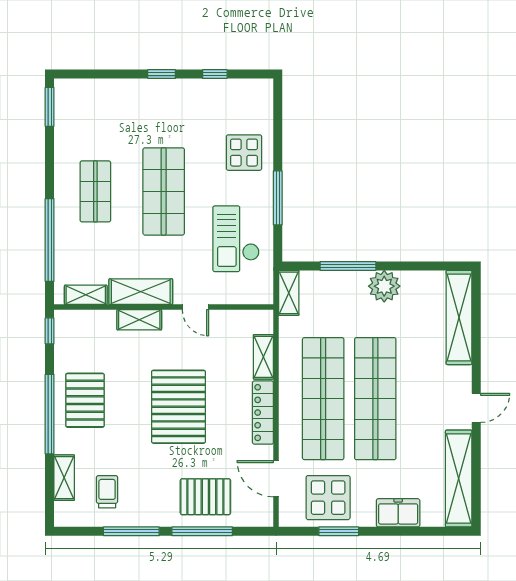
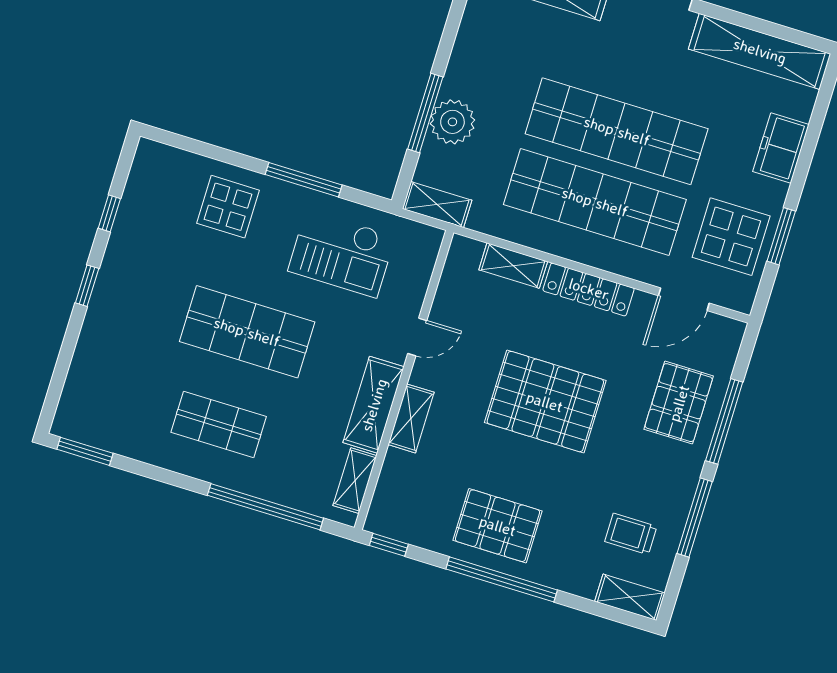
plant: (384, 286) -> (452, 122), moved
shelving: (64, 478) -> (630, 597), moved

